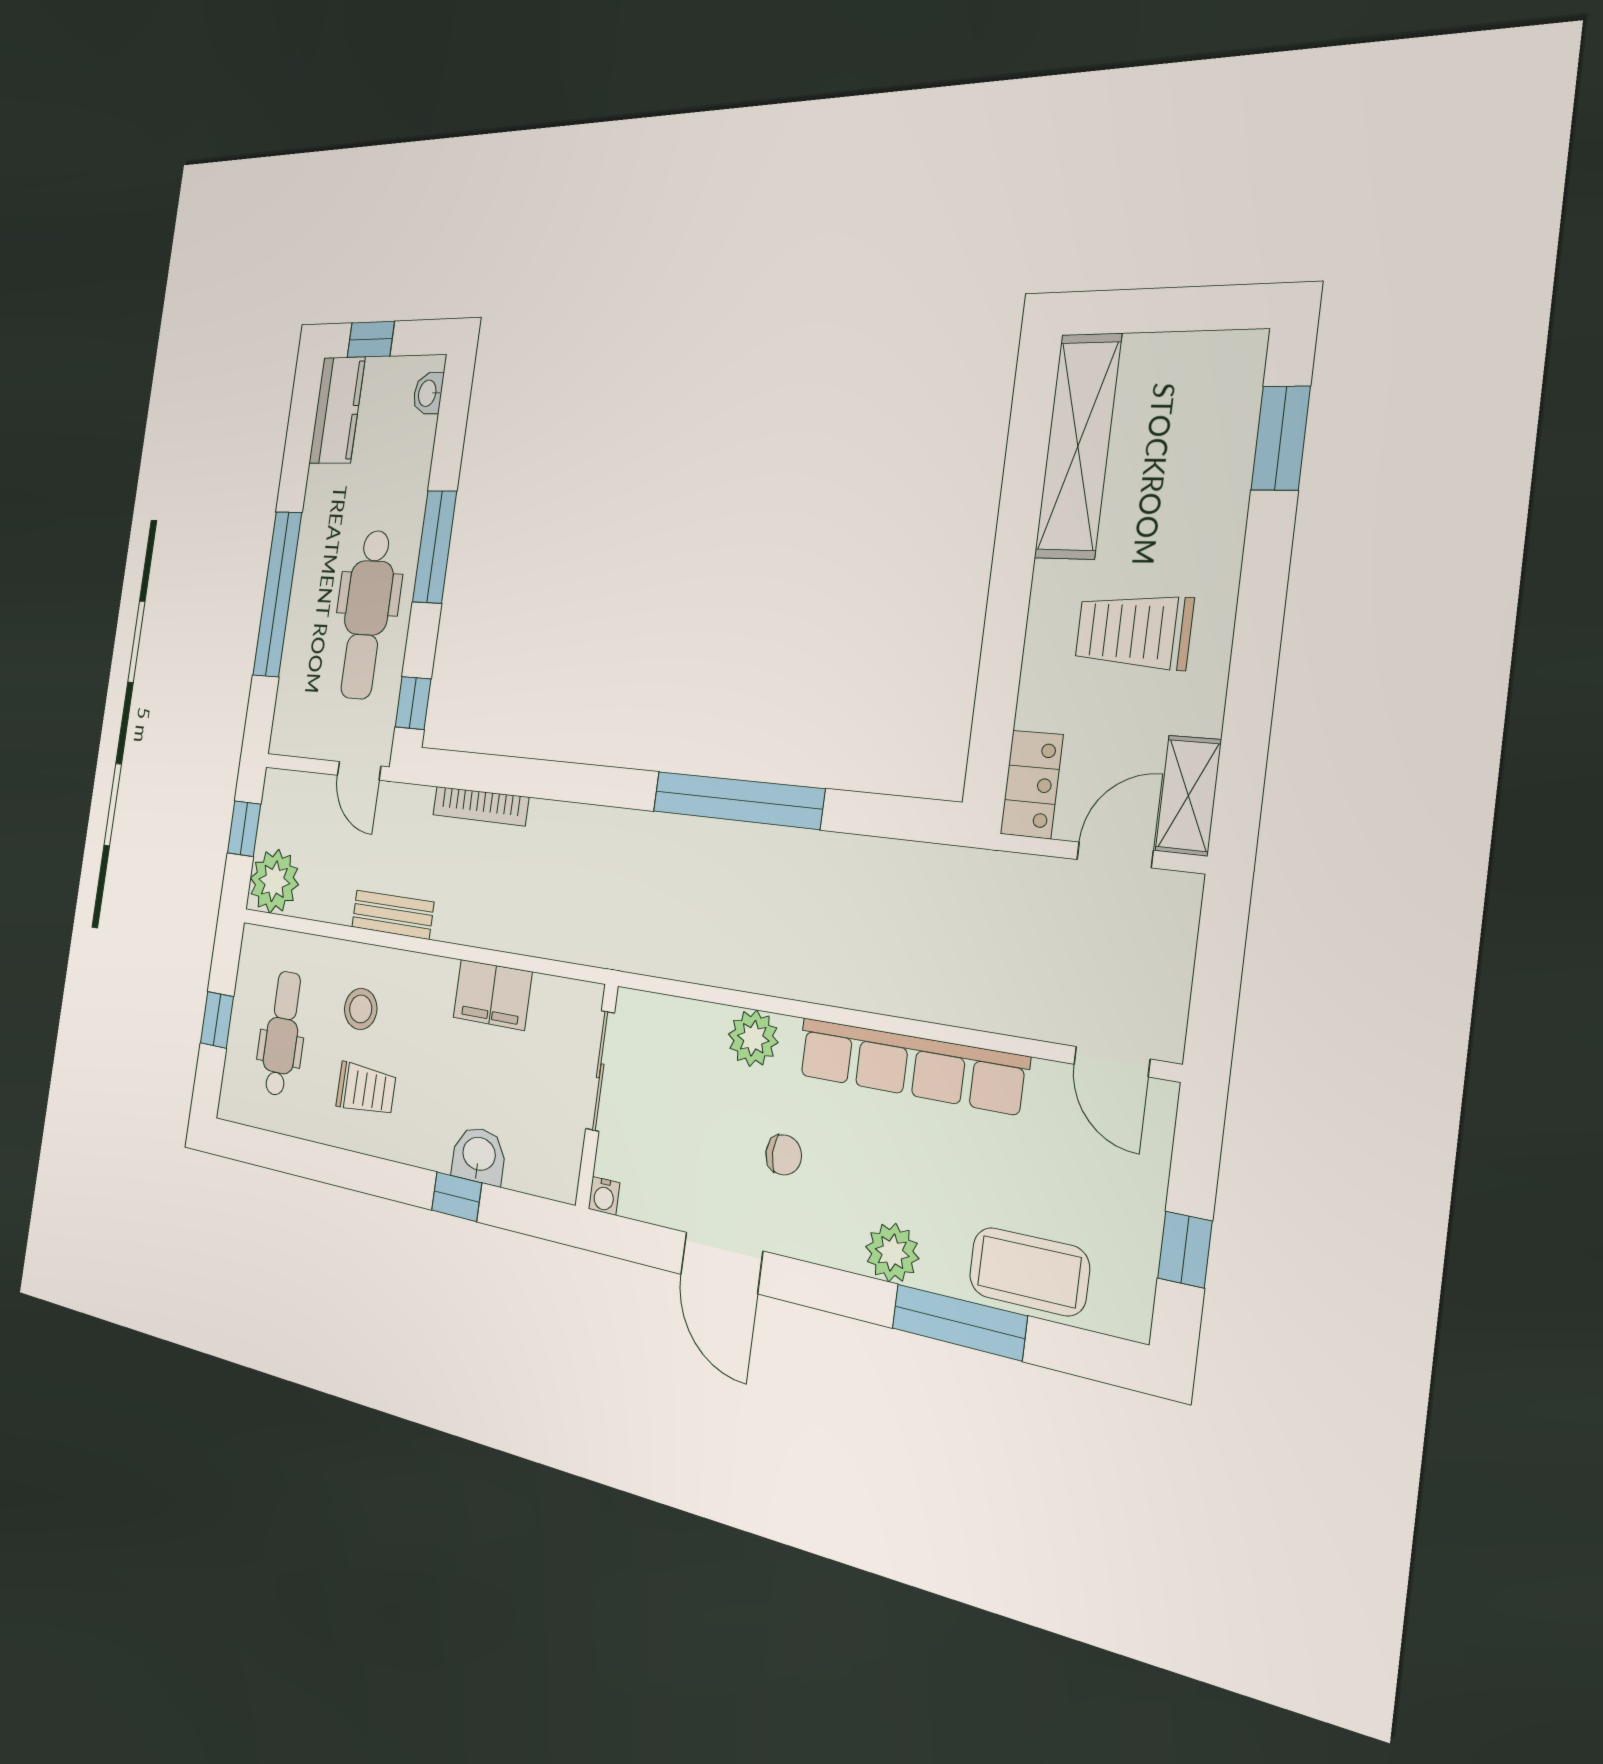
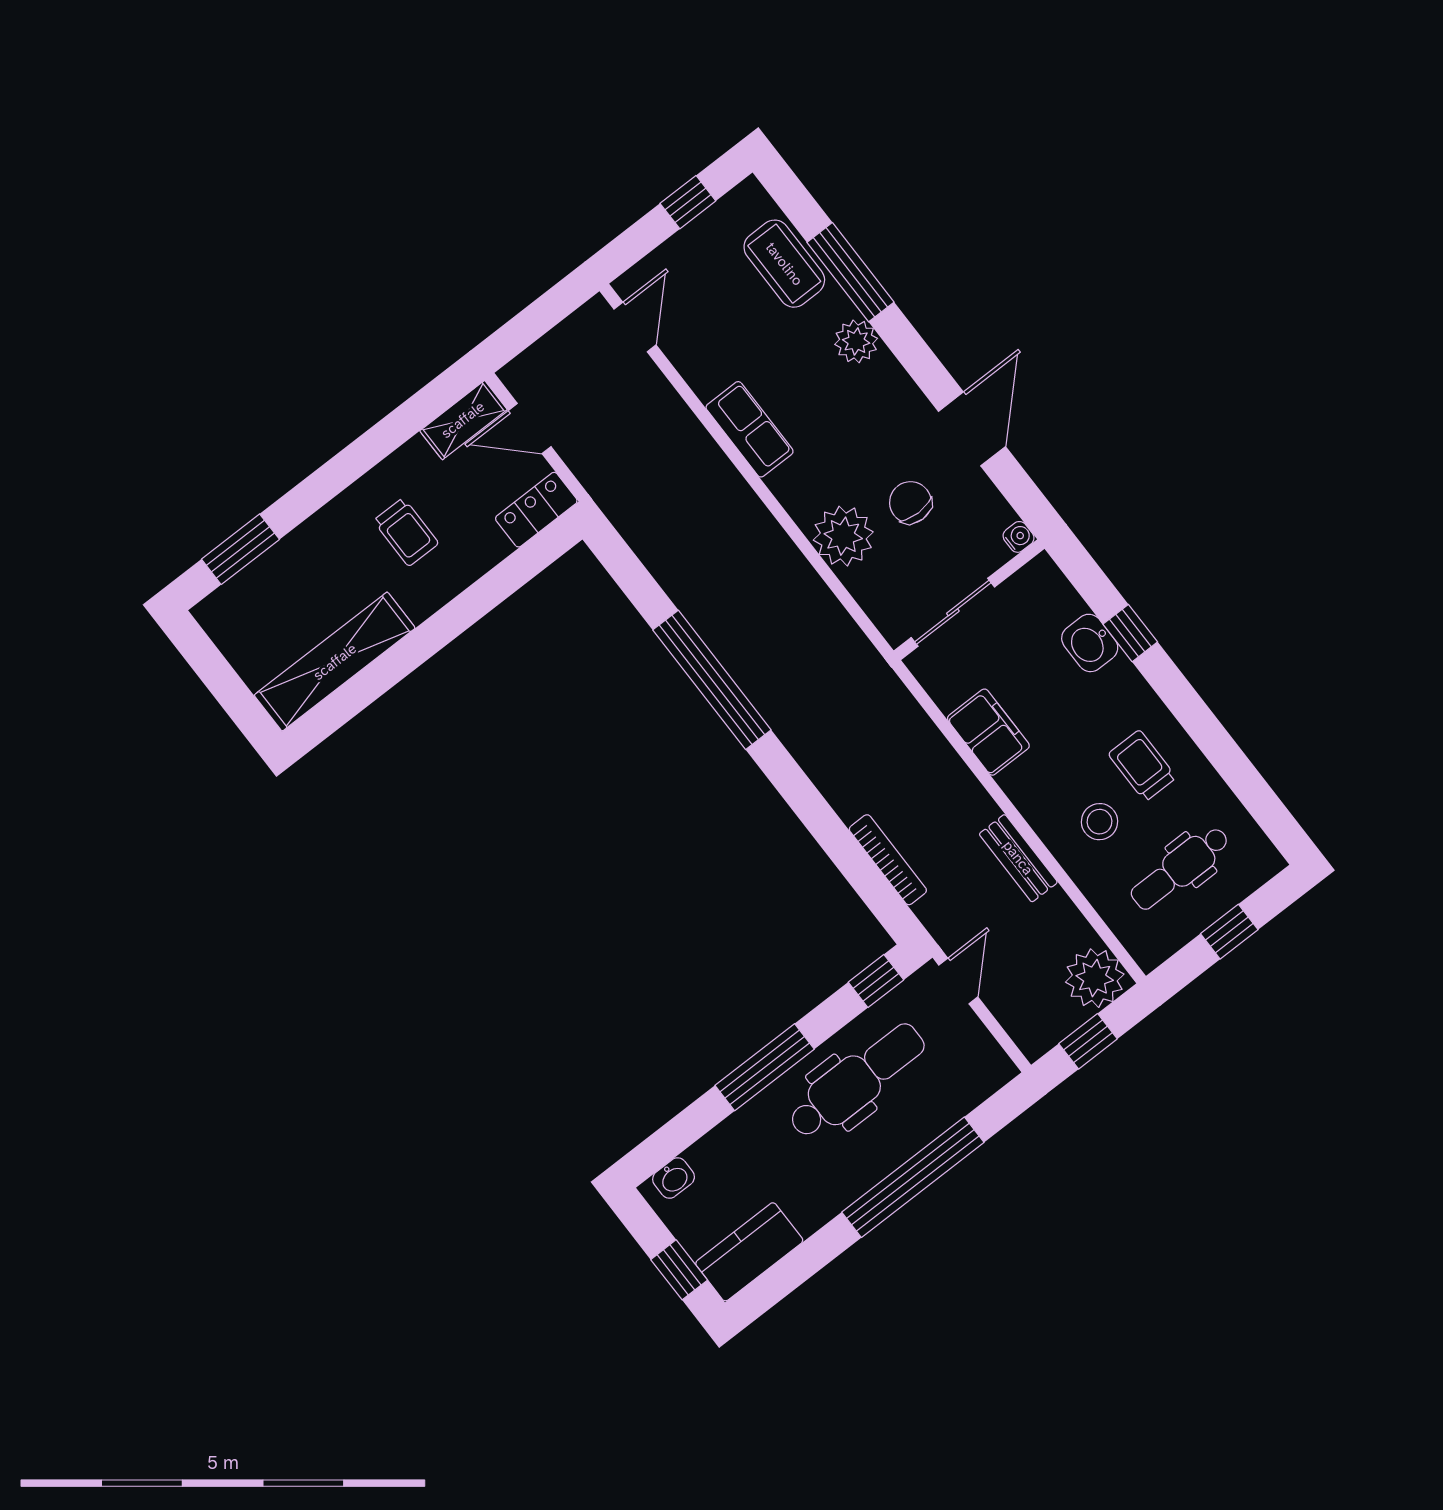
trolley: (1134, 631) -> (406, 532), width x0.73, depth x0.72
plant: (753, 1038) -> (843, 536), width x1.36, depth x1.36
row of seats: (910, 1066) -> (750, 429), width x0.50
chair: (784, 1155) -> (910, 502), moved, width x1.37, depth x1.37

